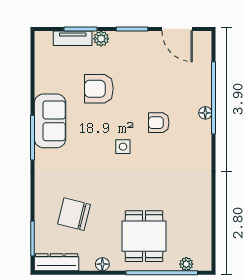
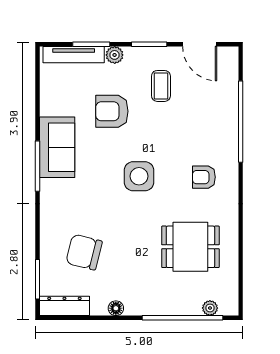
tv unit: (73, 38) -> (74, 55), width x1.41
coffee table: (143, 66) -> (161, 86), added
floor lamp: (205, 113) -> (231, 138), removed
armchair: (159, 123) -> (204, 177), moved
side table: (123, 147) -> (139, 176), width x1.87, depth x1.87
dining table: (144, 236) -> (190, 247), moved, turned 90

